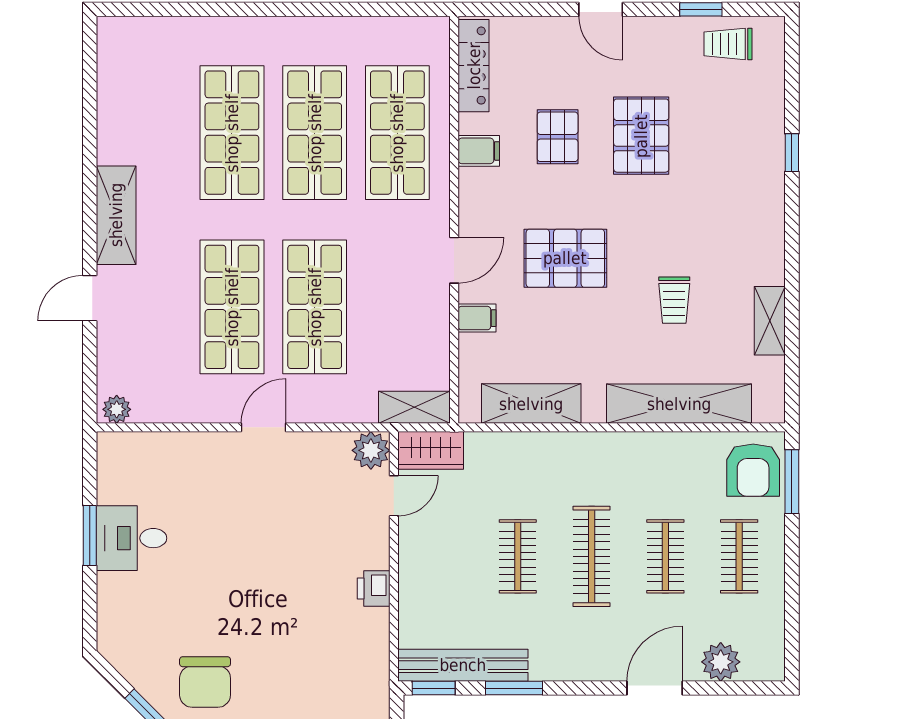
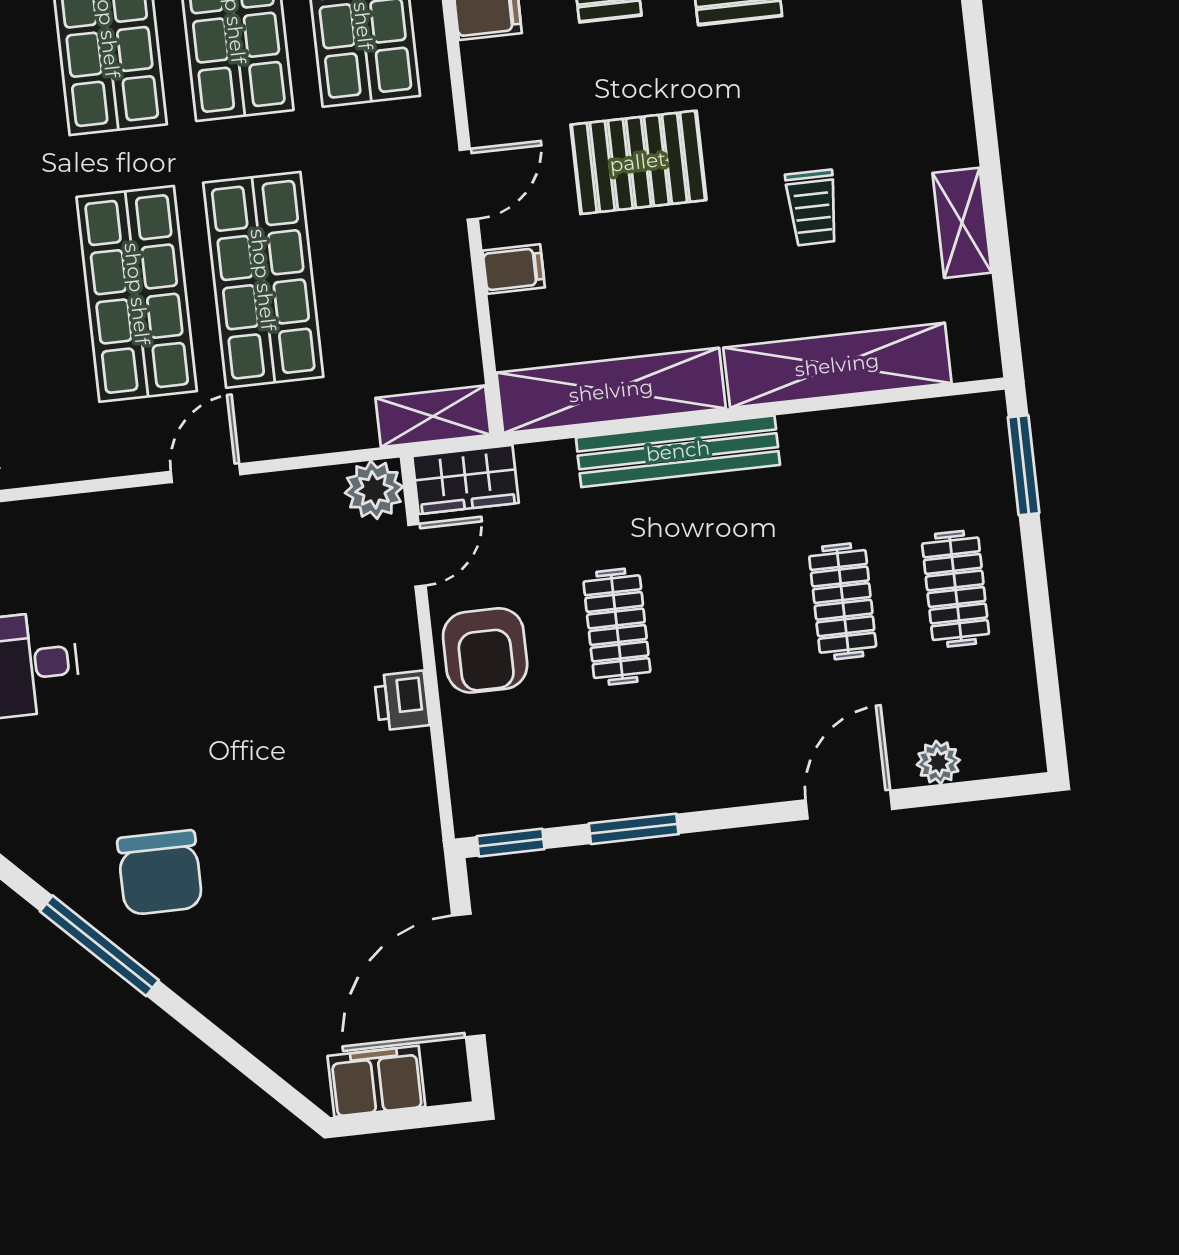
shelving: (531, 404) -> (611, 391), width x1.47
armchair: (753, 470) -> (485, 650), moved
clothes rail: (592, 556) -> (730, 614), removed
plant: (721, 662) -> (938, 762), width x0.73, depth x0.73
bench: (463, 665) -> (678, 451), moved

